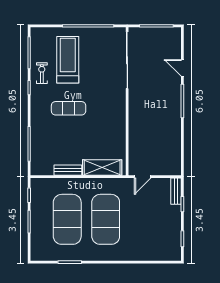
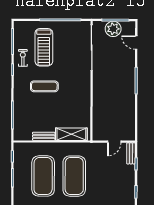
plant: (154, 37) -> (113, 29), added
treadmill: (68, 60) -> (44, 47), turned 180
door: (182, 68) -> (136, 43), moved
door: (143, 177) -> (114, 142), moved

